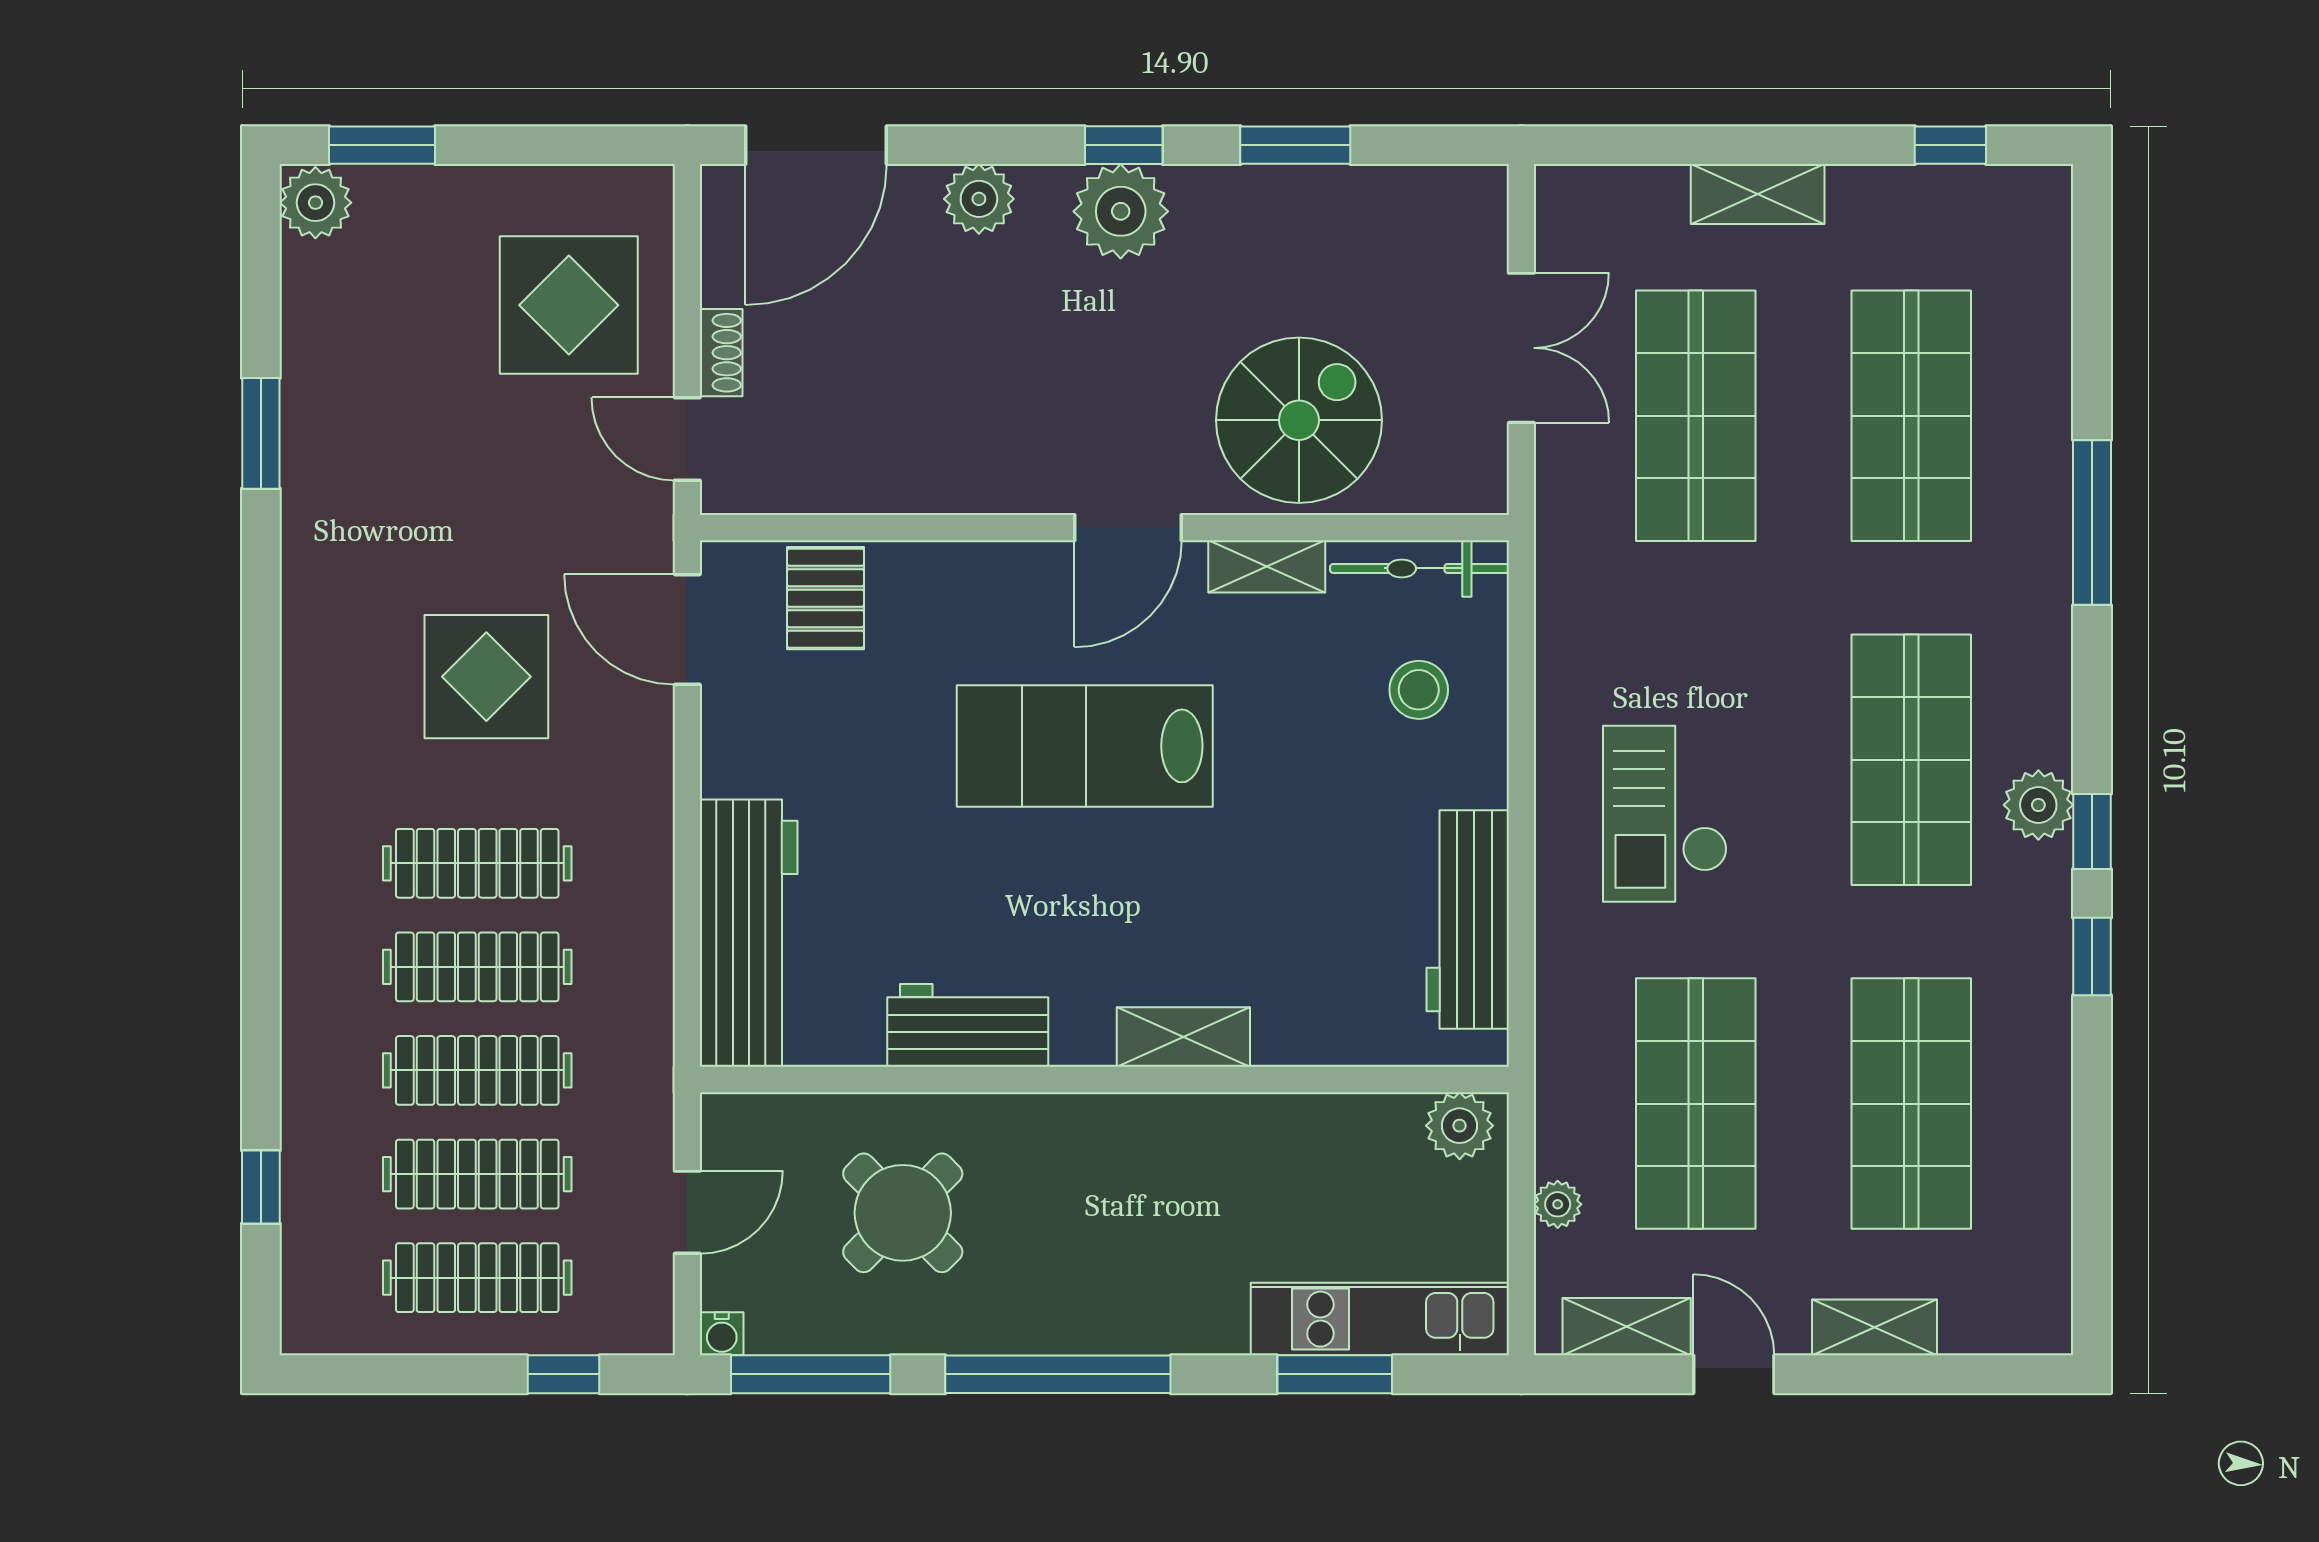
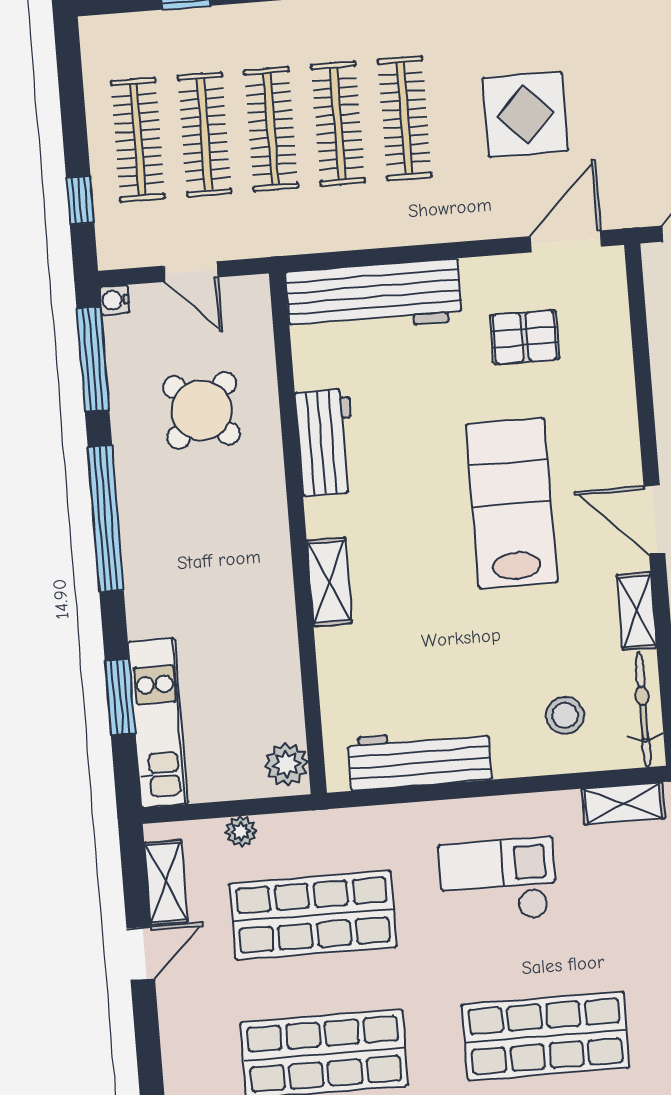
pallet: (825, 598) -> (525, 337), moved
shelving: (1875, 1327) -> (623, 803), moved, turned 90

